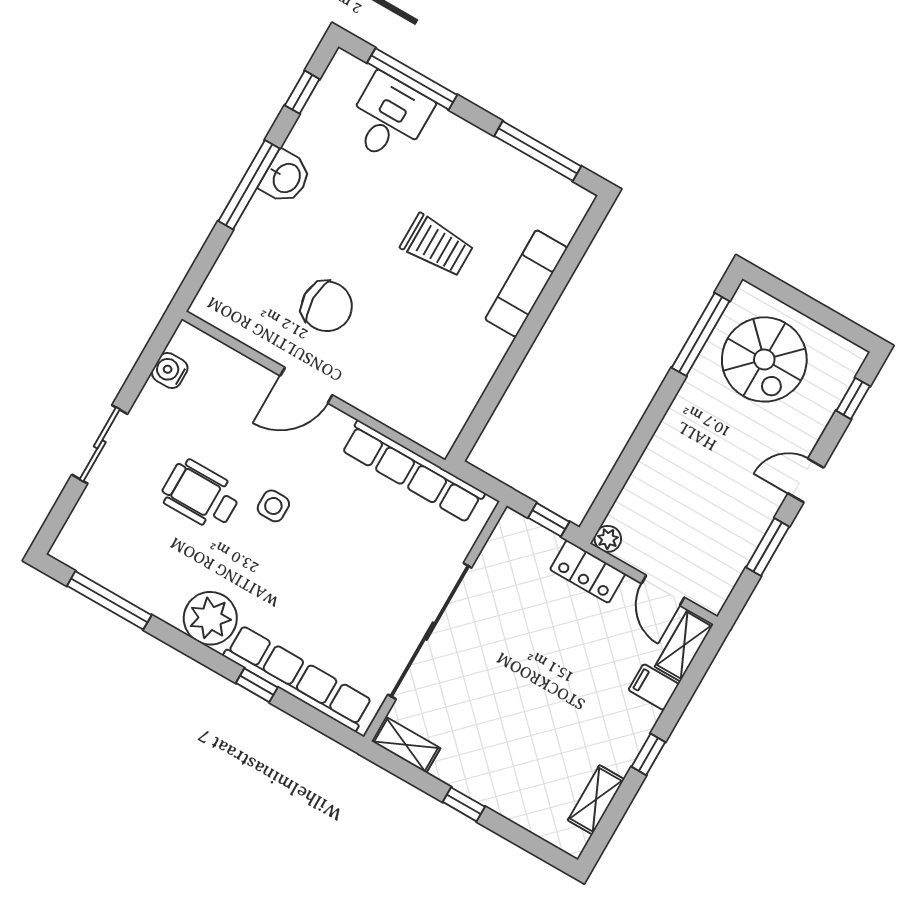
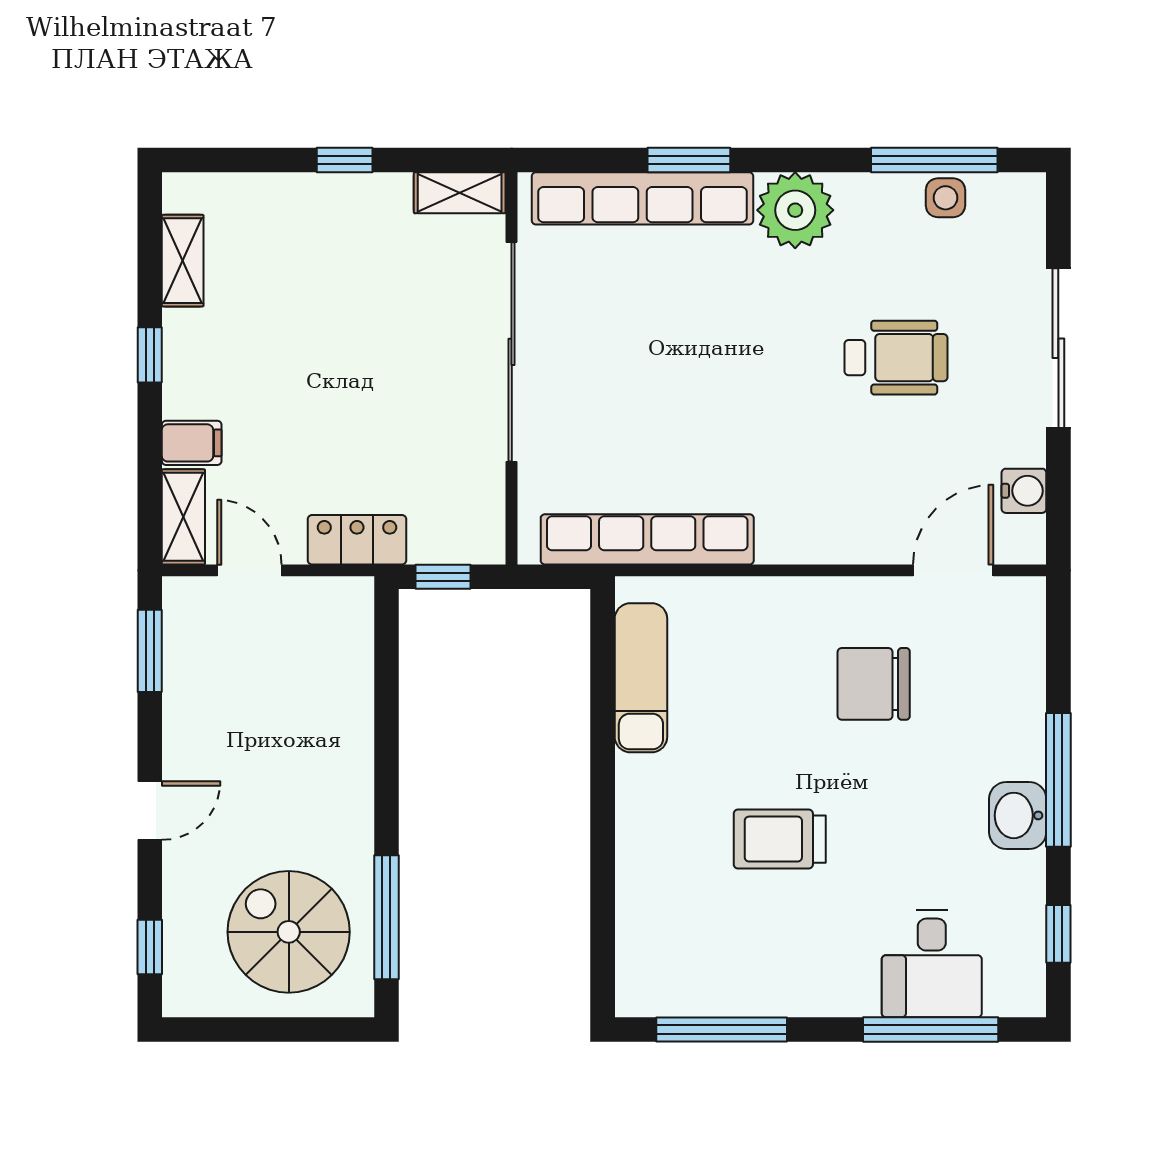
exam couch: (526, 283) -> (641, 678), moved
door: (306, 385) -> (953, 570), moved
sliding door: (100, 444) -> (1058, 348), width x1.37
side table: (273, 506) -> (945, 198), moved
plant: (608, 539) -> (355, 595), removed
window: (768, 547) -> (150, 651), moved
window: (257, 685) -> (689, 160), width x1.50

